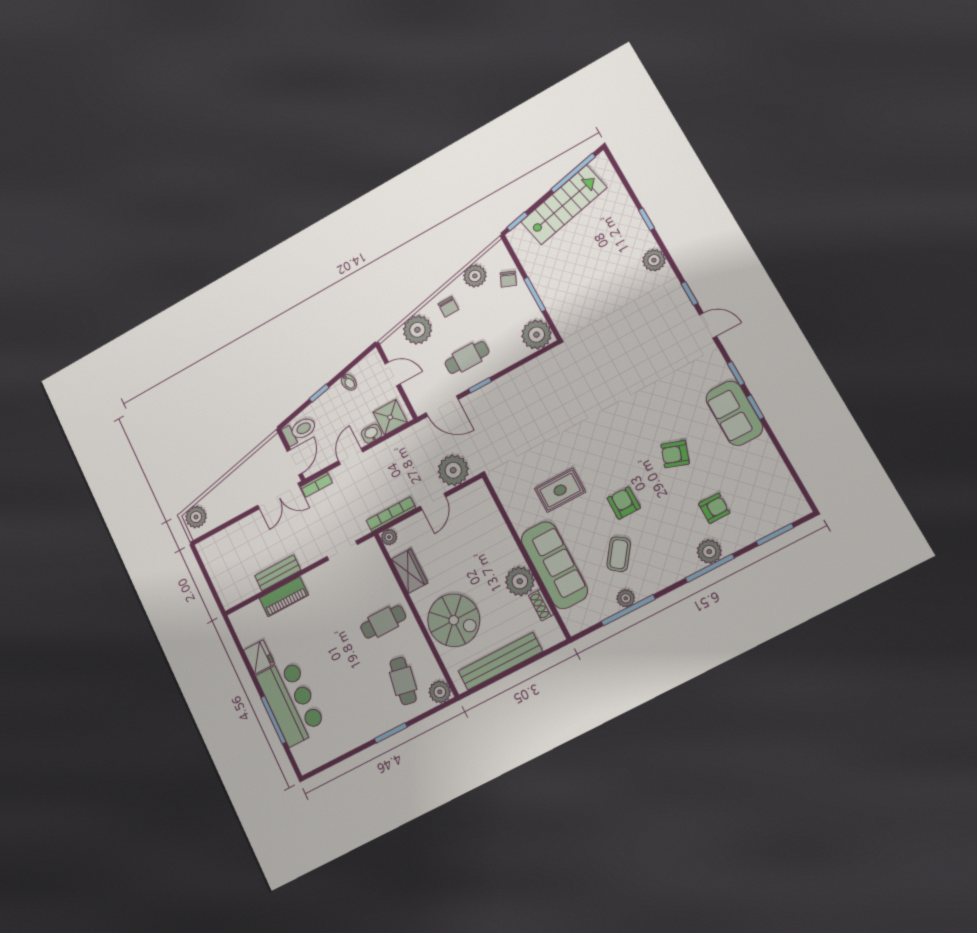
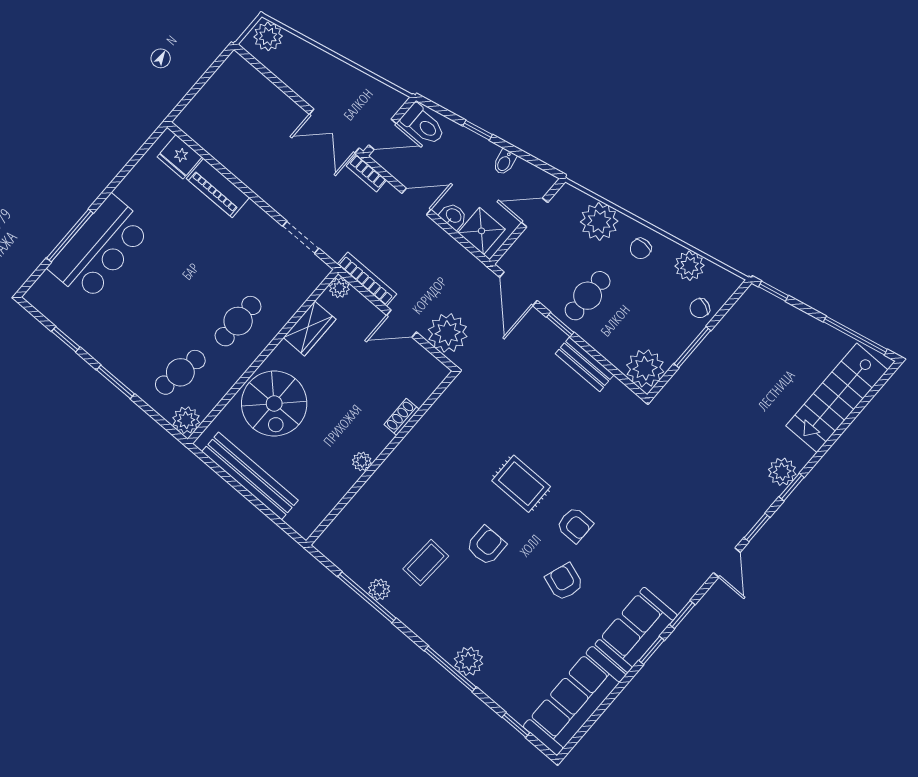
stairs: (564, 205) -> (837, 398), moved, turned 102
window: (646, 219) -> (792, 487), moved
cafe table: (467, 358) -> (588, 296), turned 90
door: (393, 374) -> (535, 213), swing flipped
rug: (560, 490) -> (521, 484), moved
armchair: (714, 508) -> (575, 525), moved
window: (775, 535) -> (516, 725), width x0.67
coffee table: (619, 554) -> (426, 563), turned -33
sofa: (554, 565) -> (574, 701), moved, turned 180
bench: (278, 573) -> (585, 364), moved
plant: (520, 581) -> (362, 461), width x0.53, depth x0.53
shoe rack: (541, 605) -> (402, 417), moved
cafe table: (383, 622) -> (238, 321), turned 90
fridge: (259, 657) -> (180, 157), moved, turned 90
window: (345, 756) -> (66, 339), added

